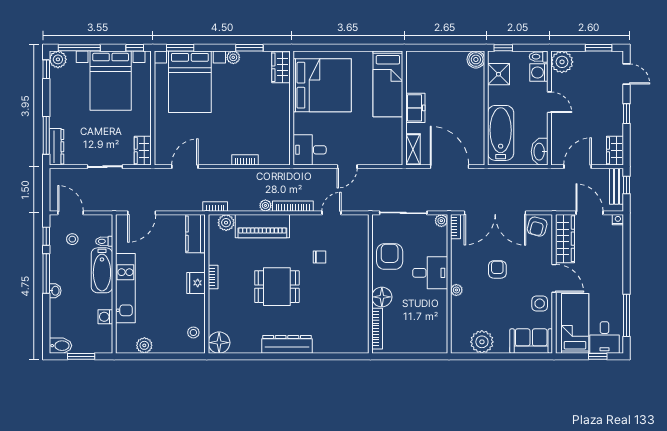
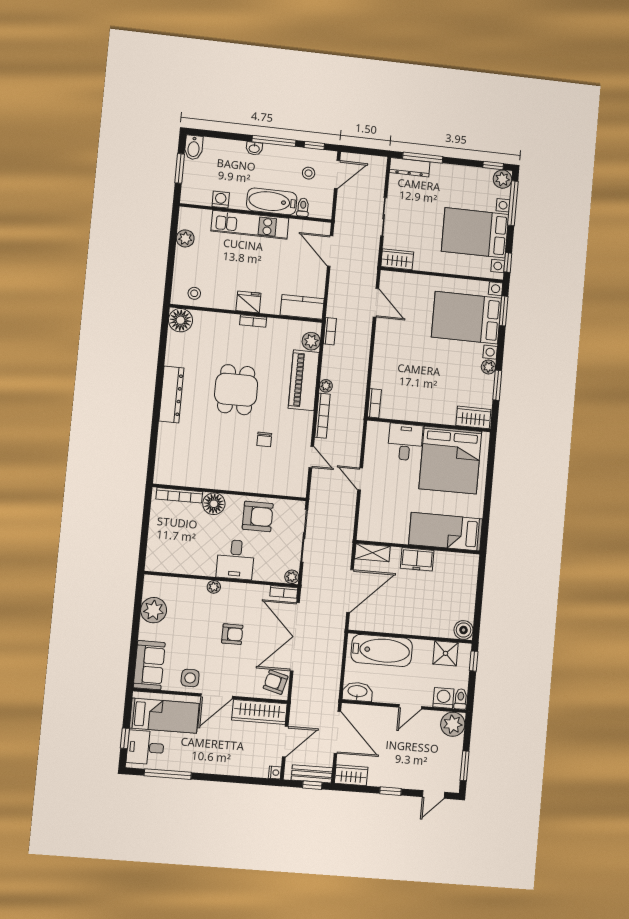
desk: (310, 150) -> (405, 442), moved
bookcase: (245, 160) -> (374, 403), moved
door: (578, 167) -> (337, 732), width x1.36

